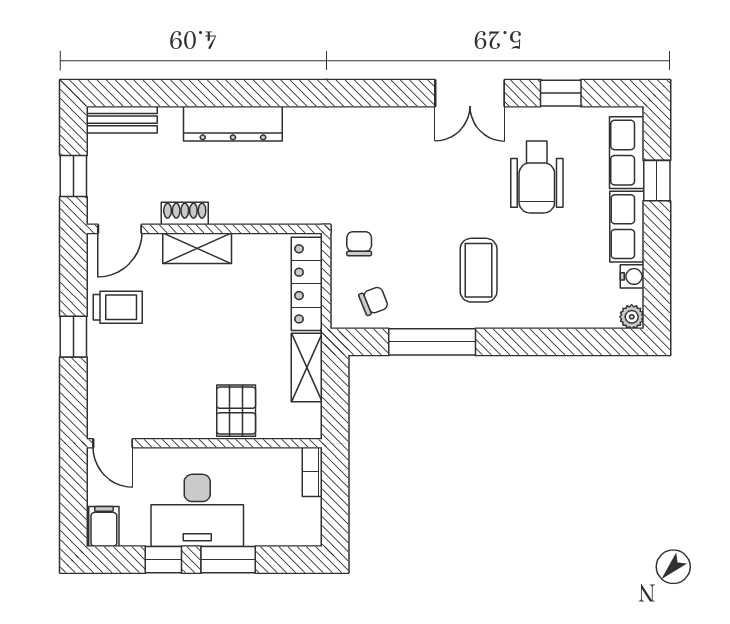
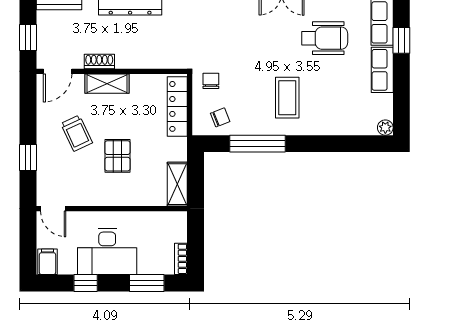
wheelchair: (537, 177) -> (325, 38), turned -90
water cooler: (632, 276) -> (386, 102), removed
trolley: (118, 307) -> (77, 133), moved, turned 65
window: (73, 337) -> (28, 157), moved
shelving: (307, 368) -> (177, 184), moved
pallet: (236, 411) -> (117, 156), moved
bookcase: (312, 472) -> (181, 259), moved
window: (228, 560) -> (147, 283), moved

